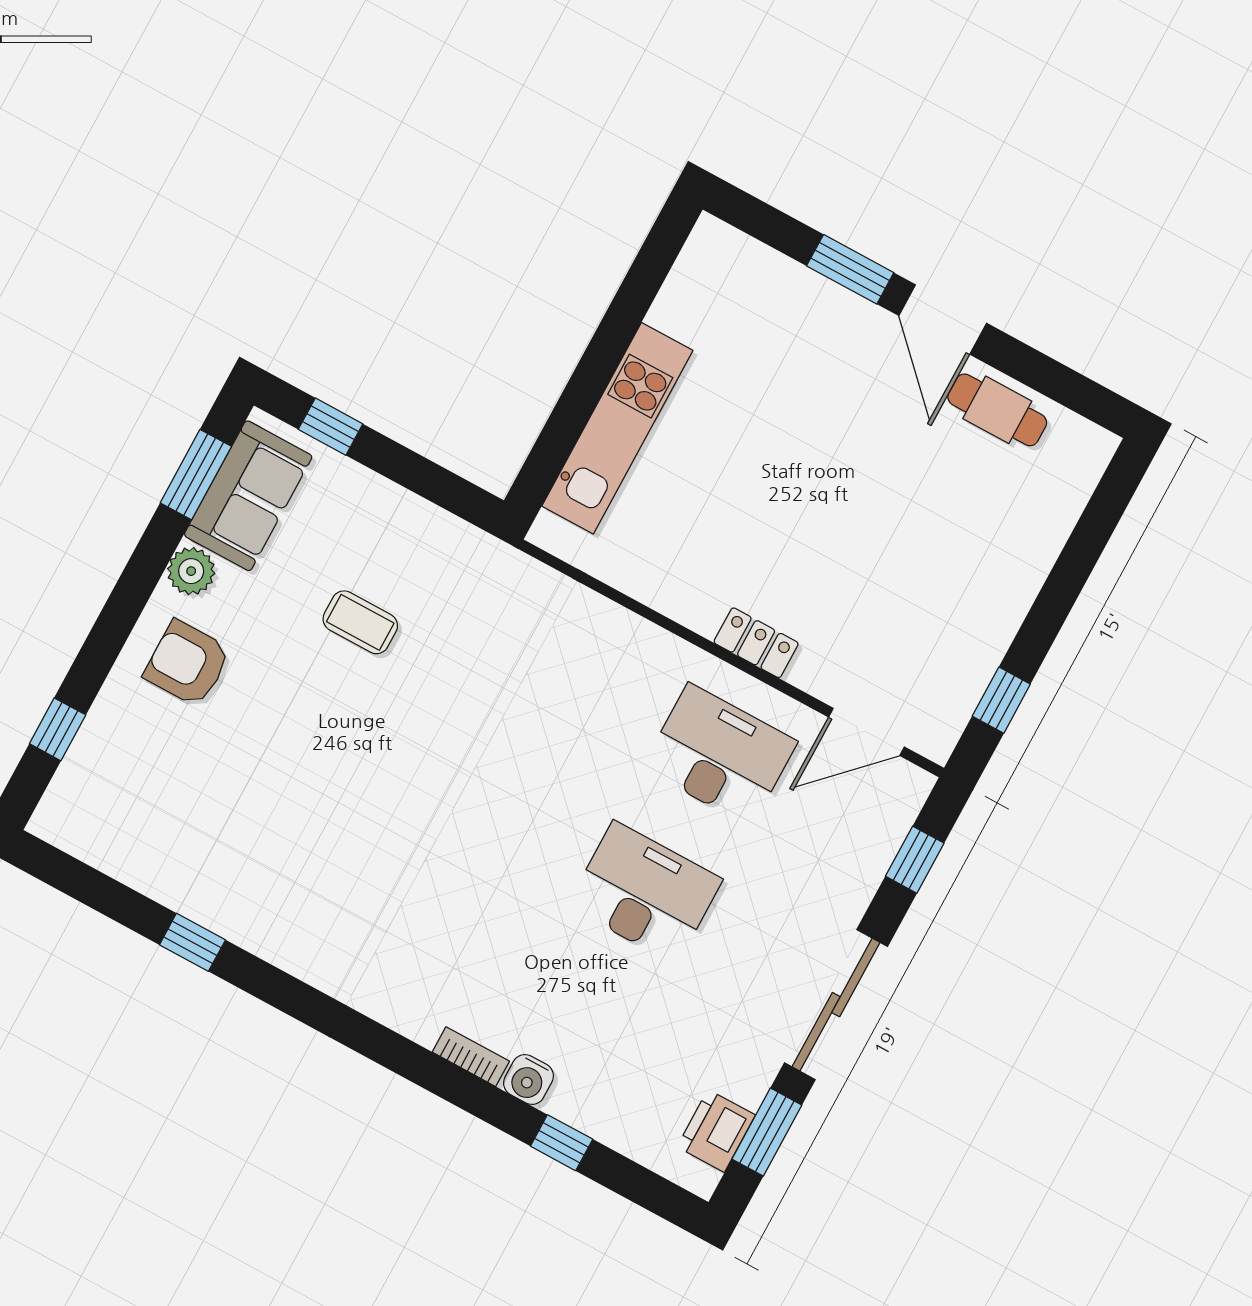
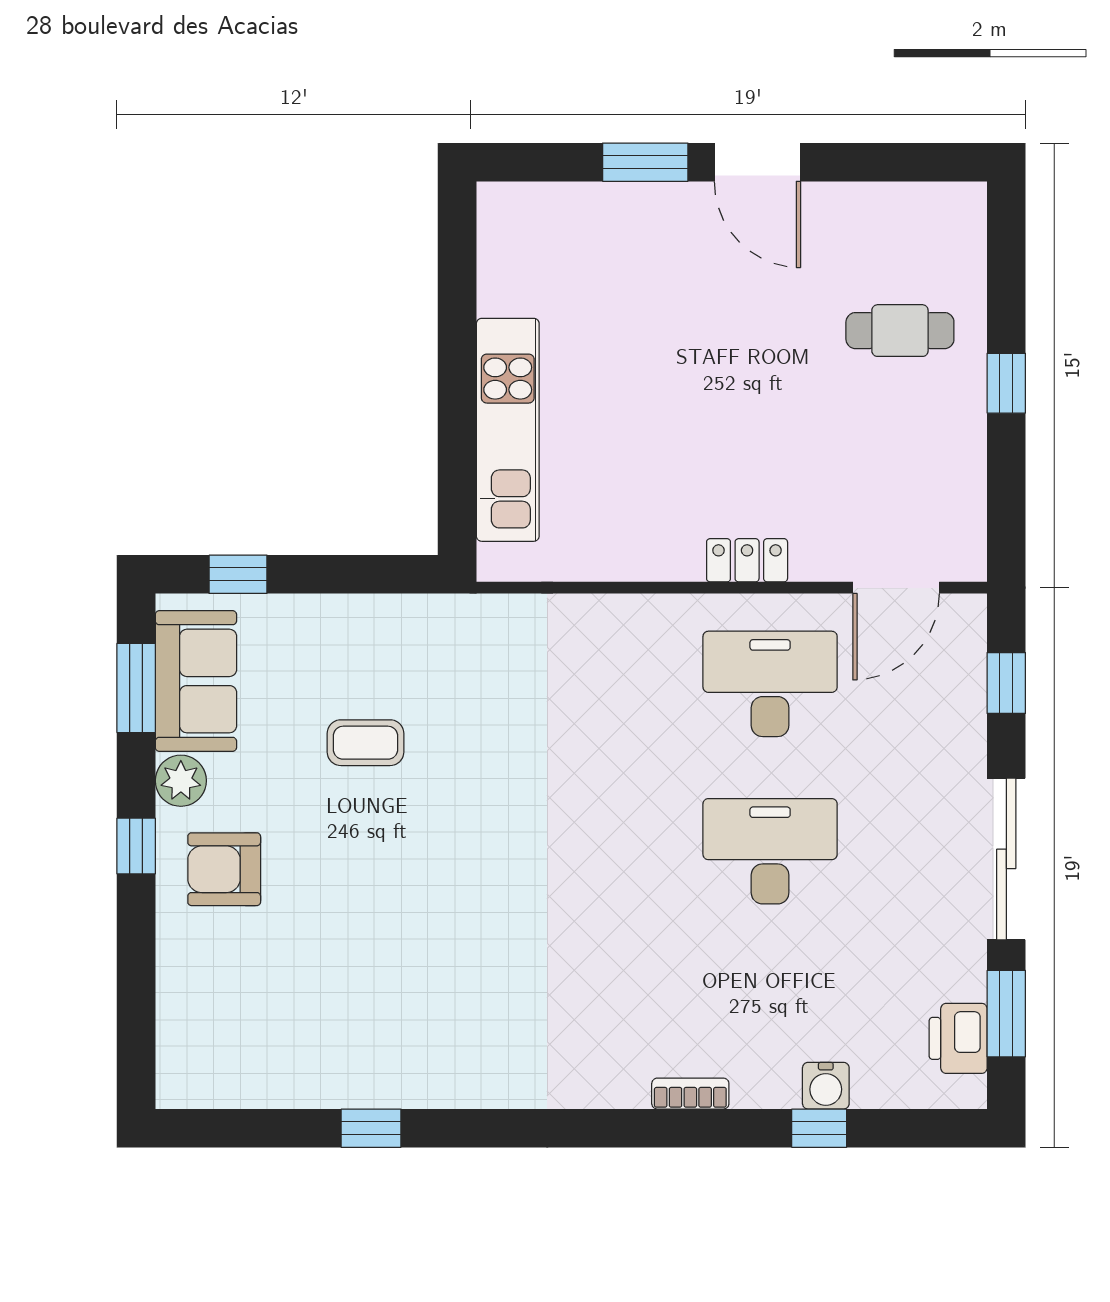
cafe table: (997, 410) -> (900, 331), moved
window: (1001, 700) -> (1006, 383), moved
window: (58, 729) -> (136, 846), moved
water cooler: (528, 1079) -> (826, 1086), moved

